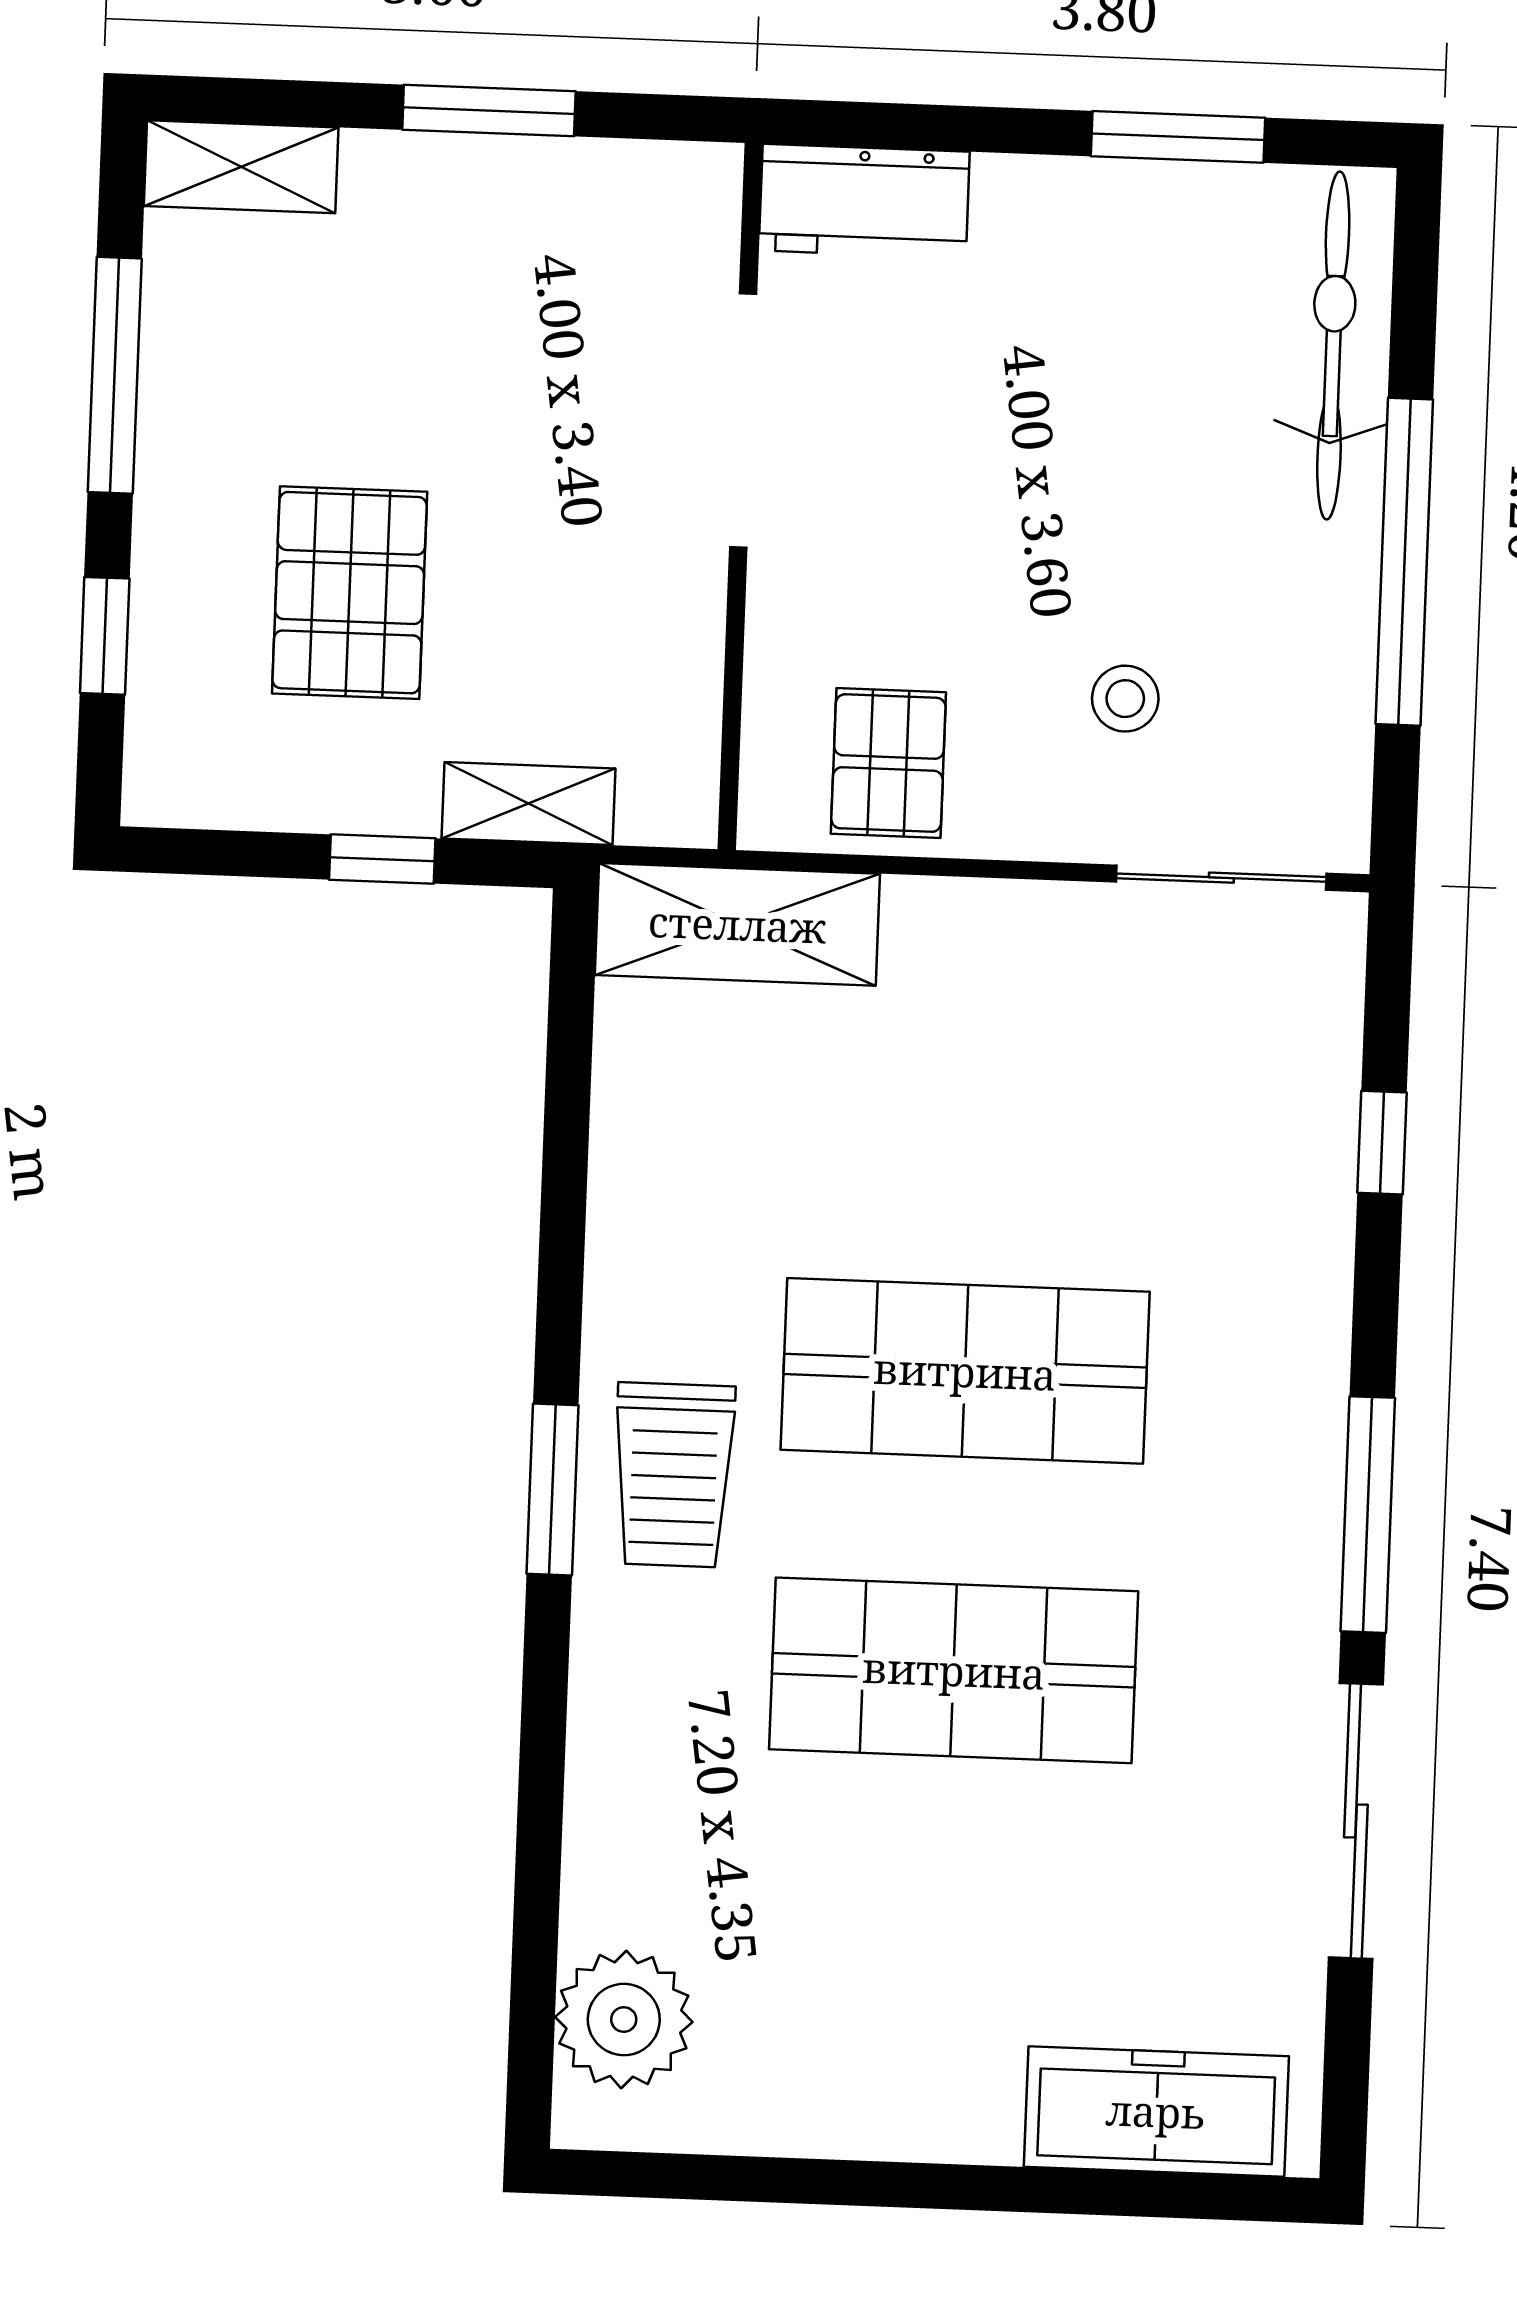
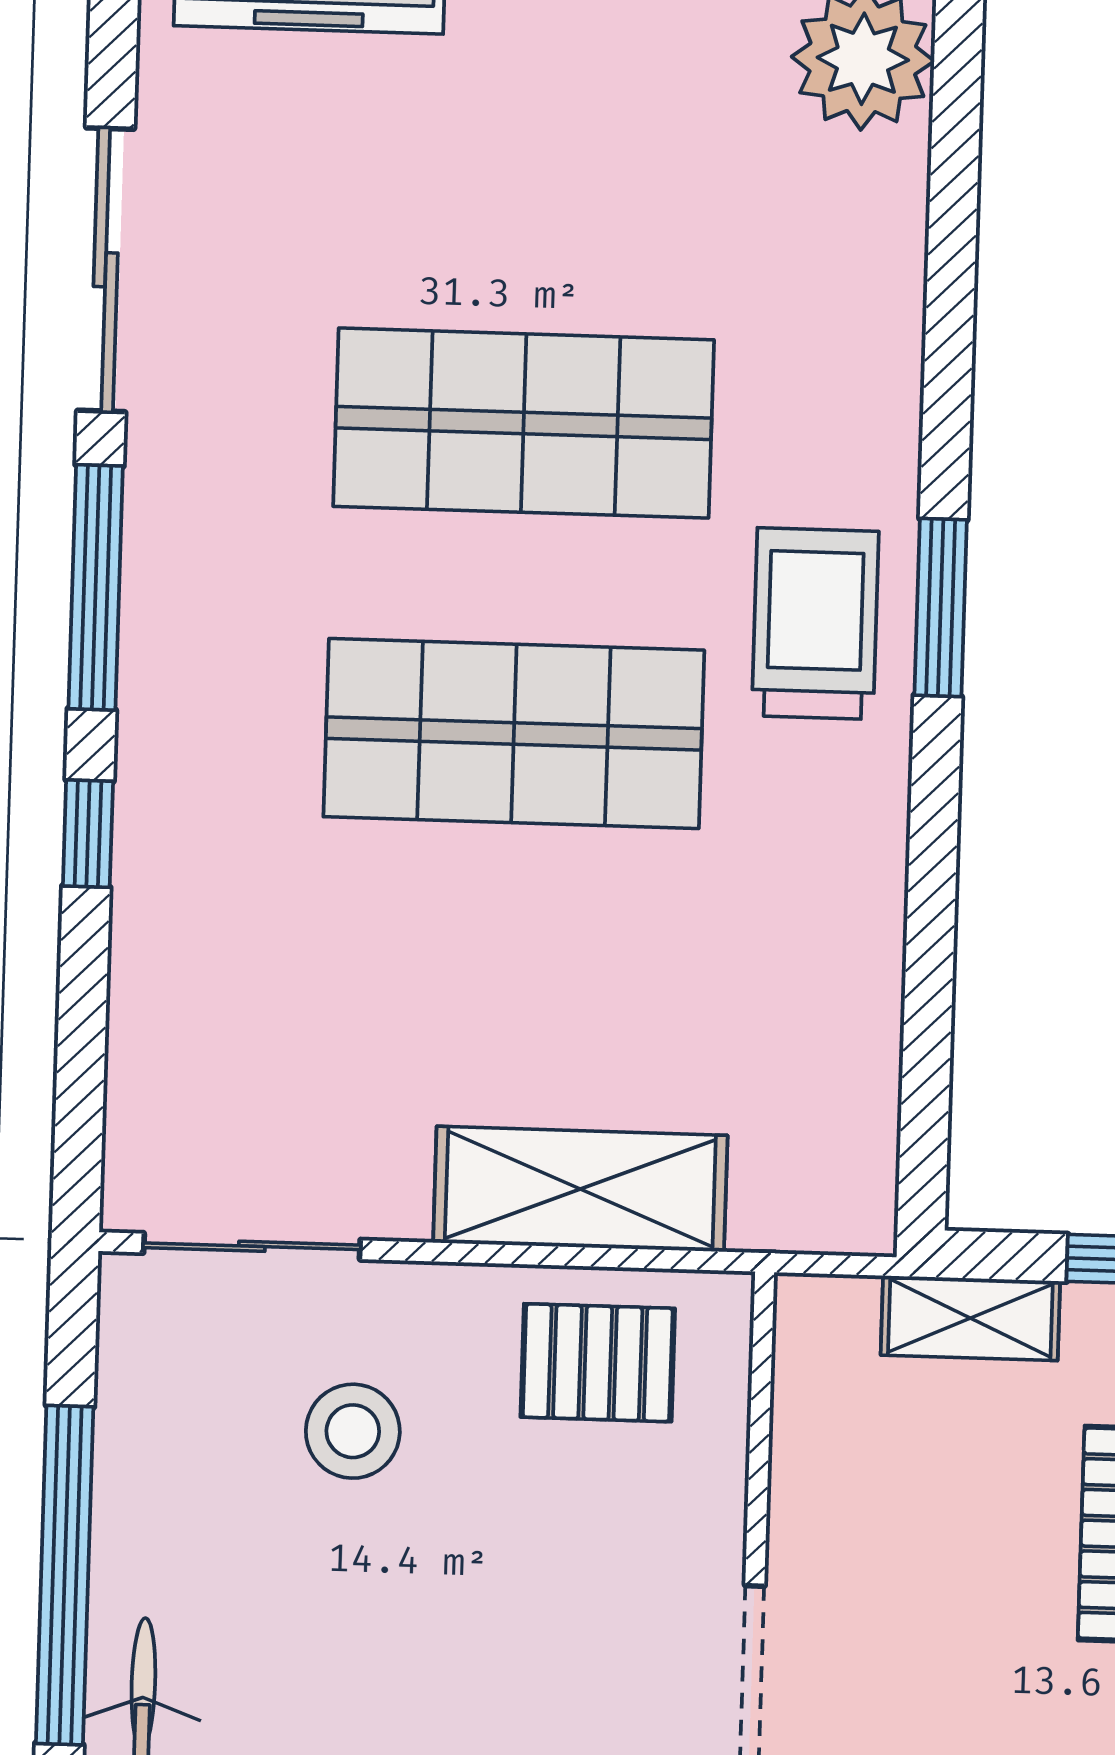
stool: (1125, 699) -> (353, 1431), width x1.37, depth x1.37
pallet: (888, 763) -> (598, 1363), turned 90
shelving: (737, 924) -> (580, 1189), moved
window: (1382, 1143) -> (88, 834), moved

